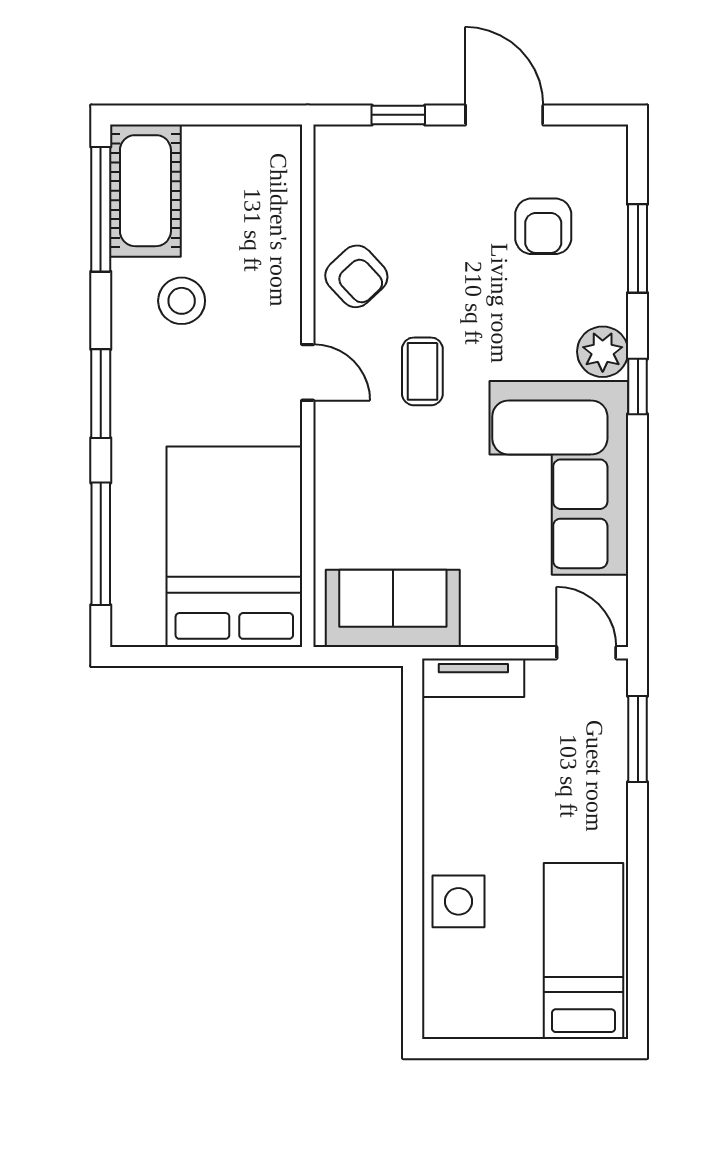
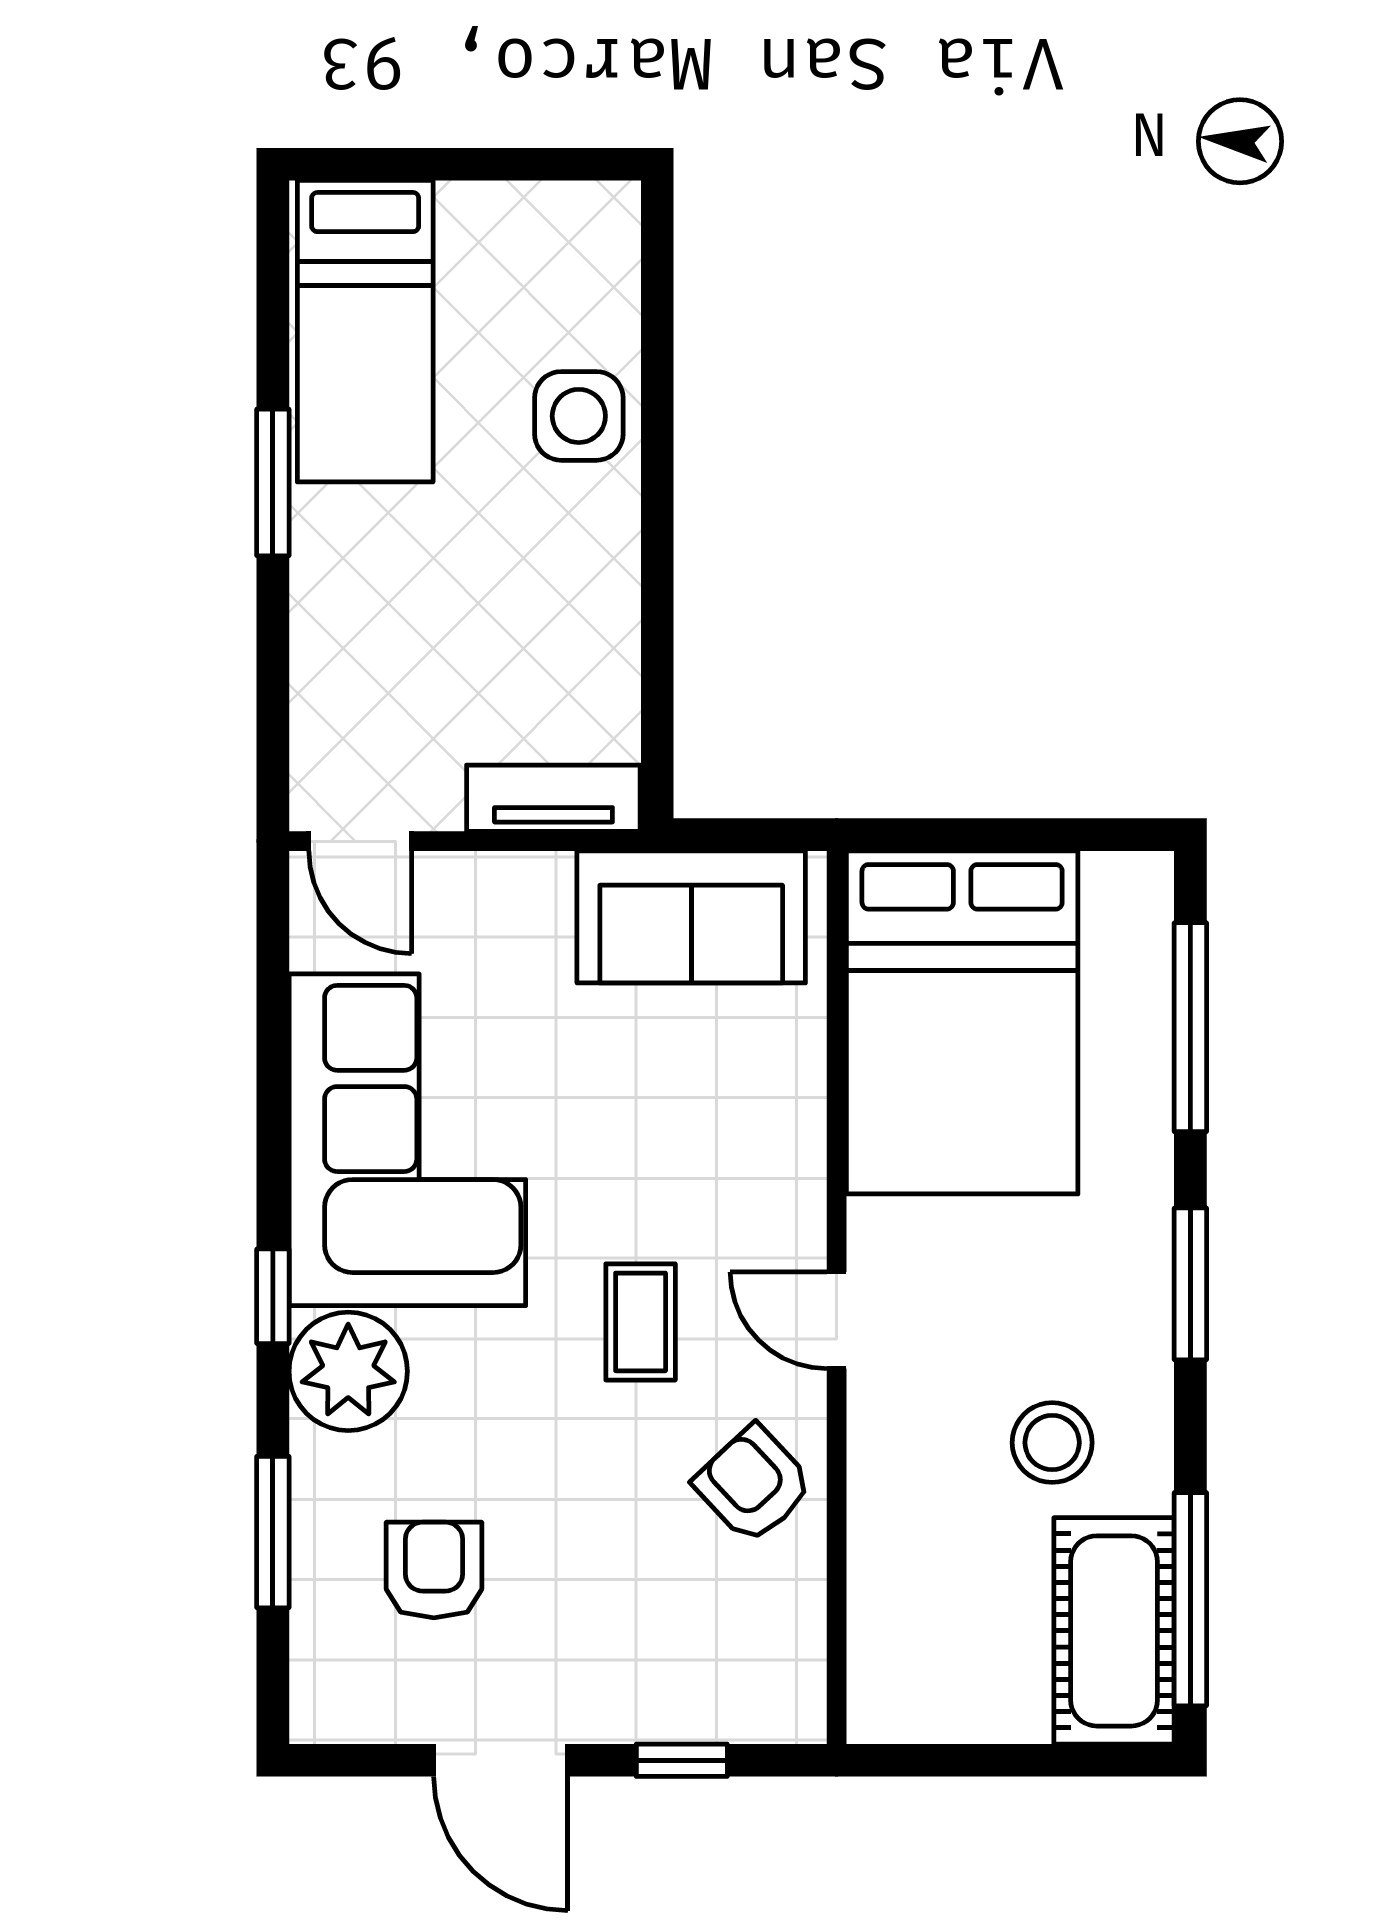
plant: (603, 352) -> (348, 1371), width x1.36, depth x1.36
window: (638, 739) -> (273, 482), moved

